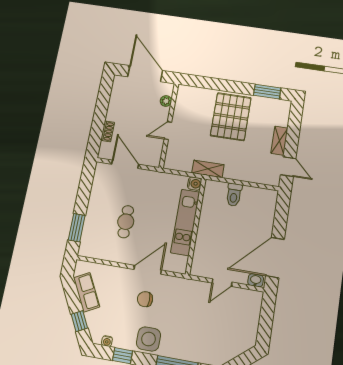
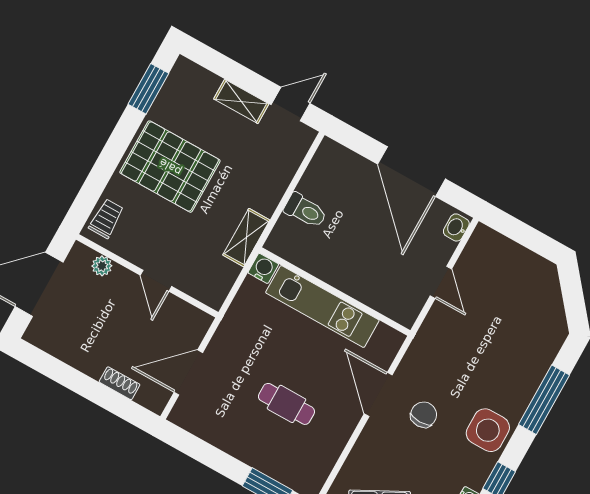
trolley: (191, 95) -> (106, 219), added
door: (275, 258) -> (411, 172), moved
chair: (145, 299) -> (424, 415), turned 180

